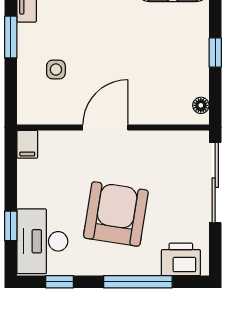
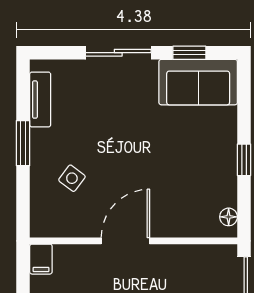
side table: (56, 70) -> (72, 178), turned 37

